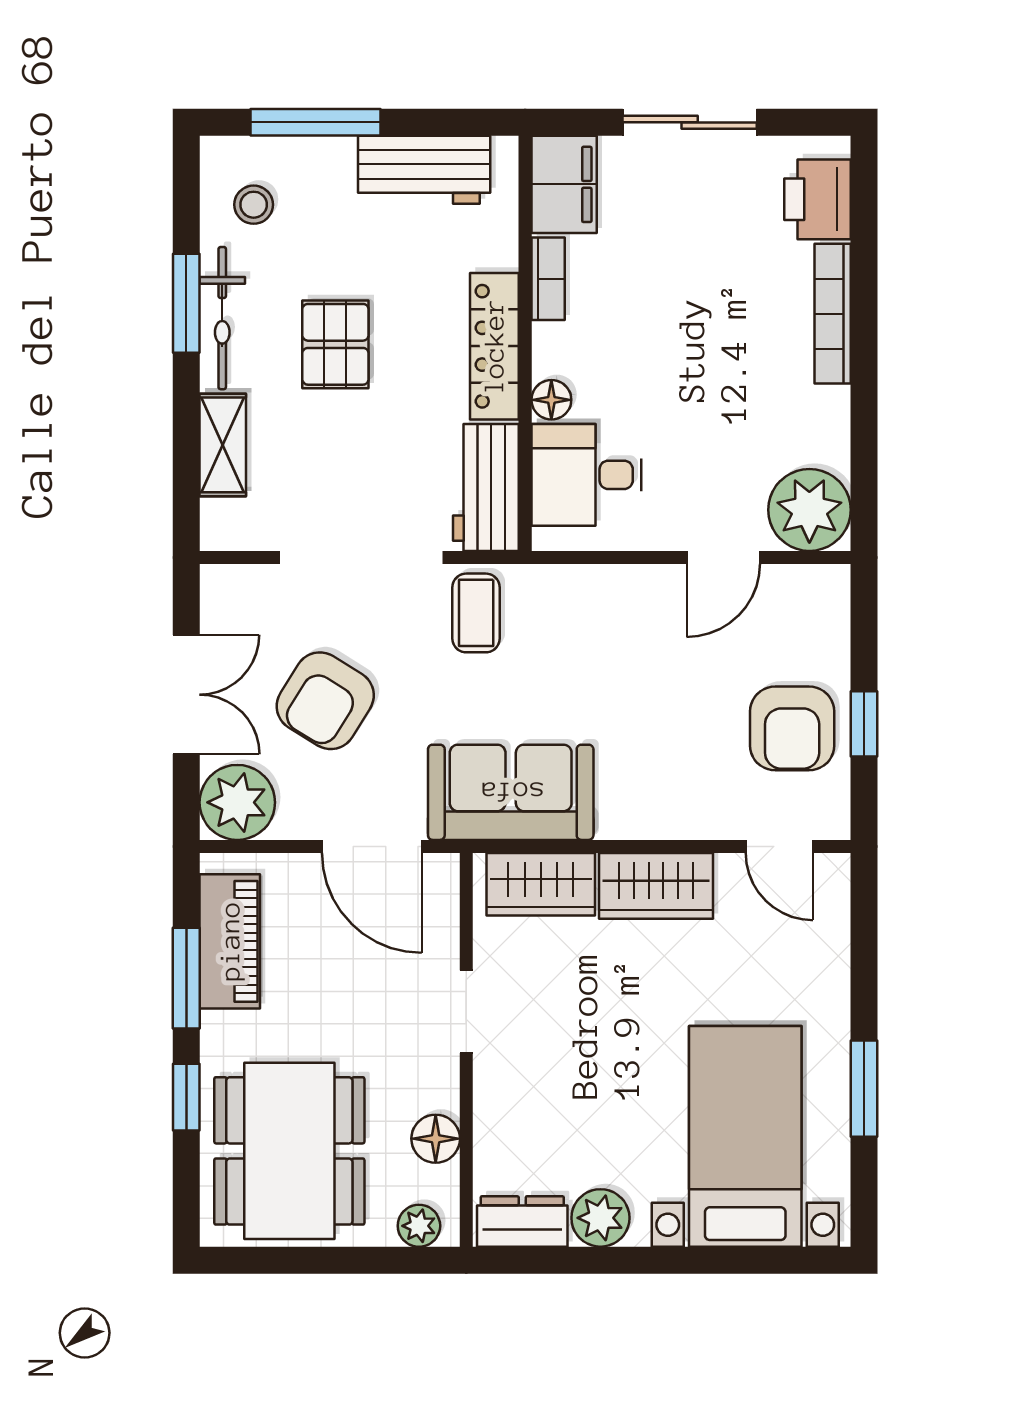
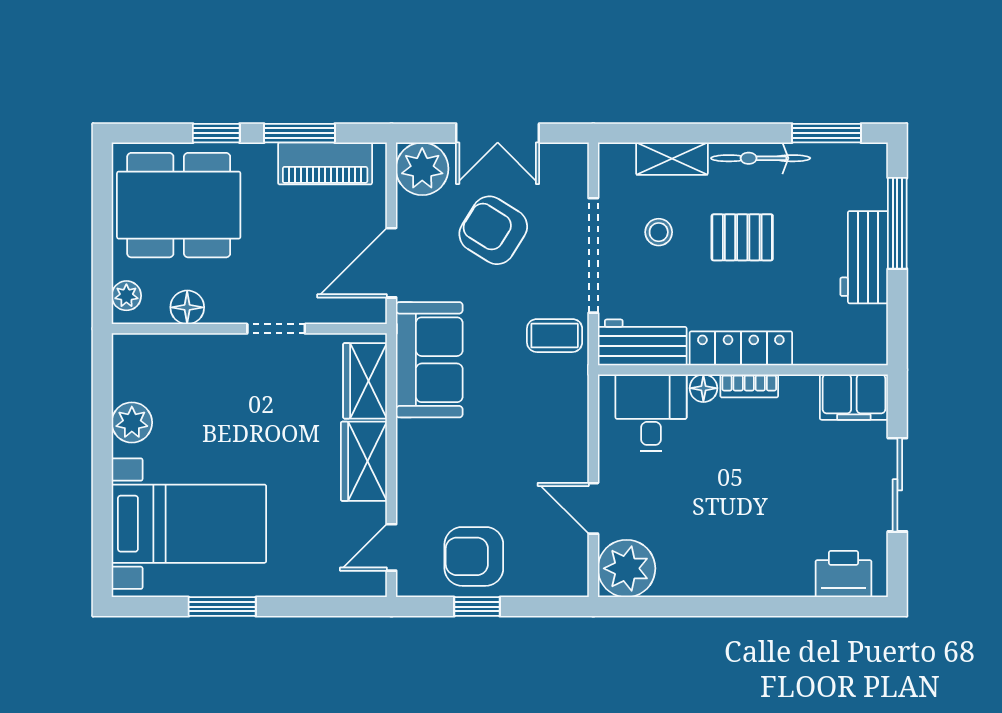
workbench: (424, 170) -> (864, 257), moved
stool: (254, 205) -> (659, 232), moved
bookcase: (548, 279) -> (749, 386), moved
window: (186, 303) -> (826, 133), moved
bookcase: (833, 314) -> (764, 585), removed
dresser: (522, 1222) -> (129, 368), removed

